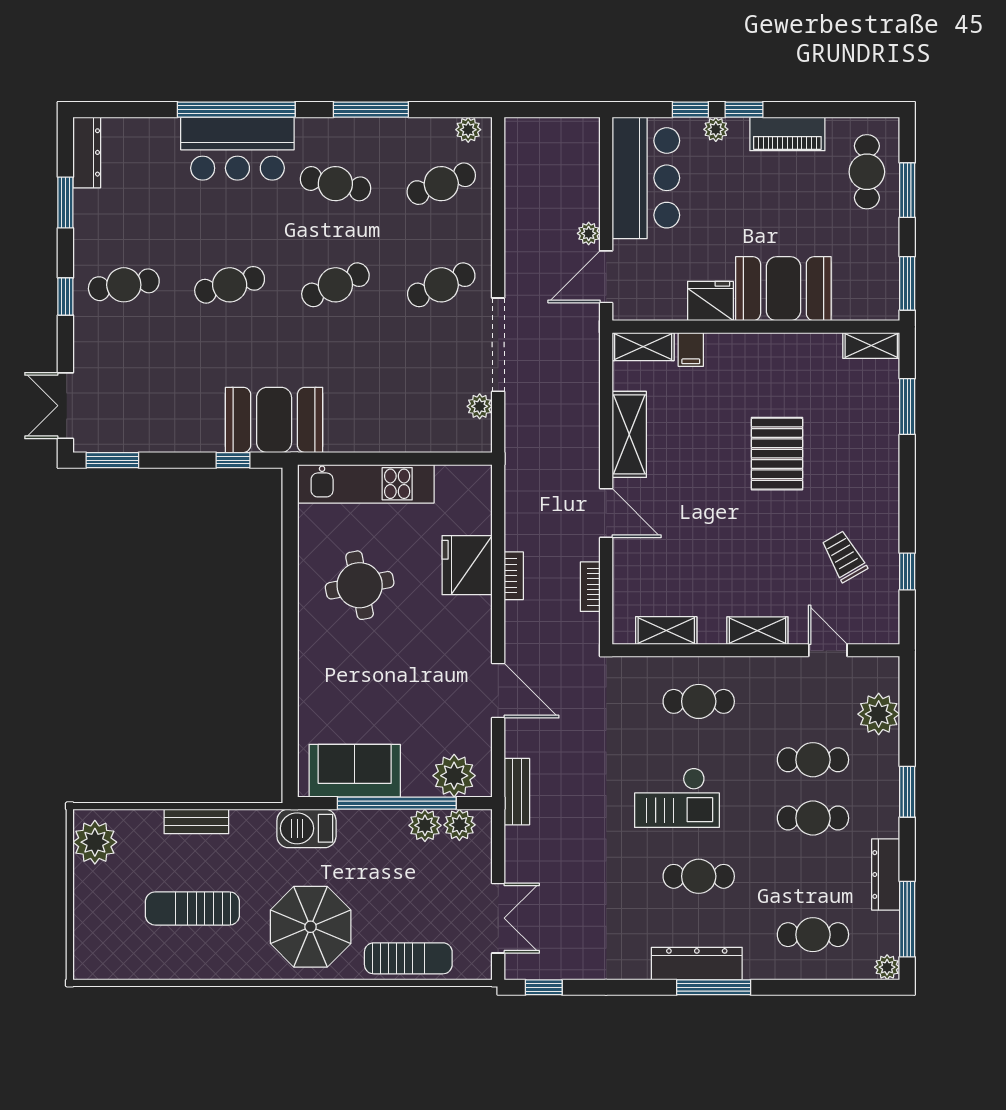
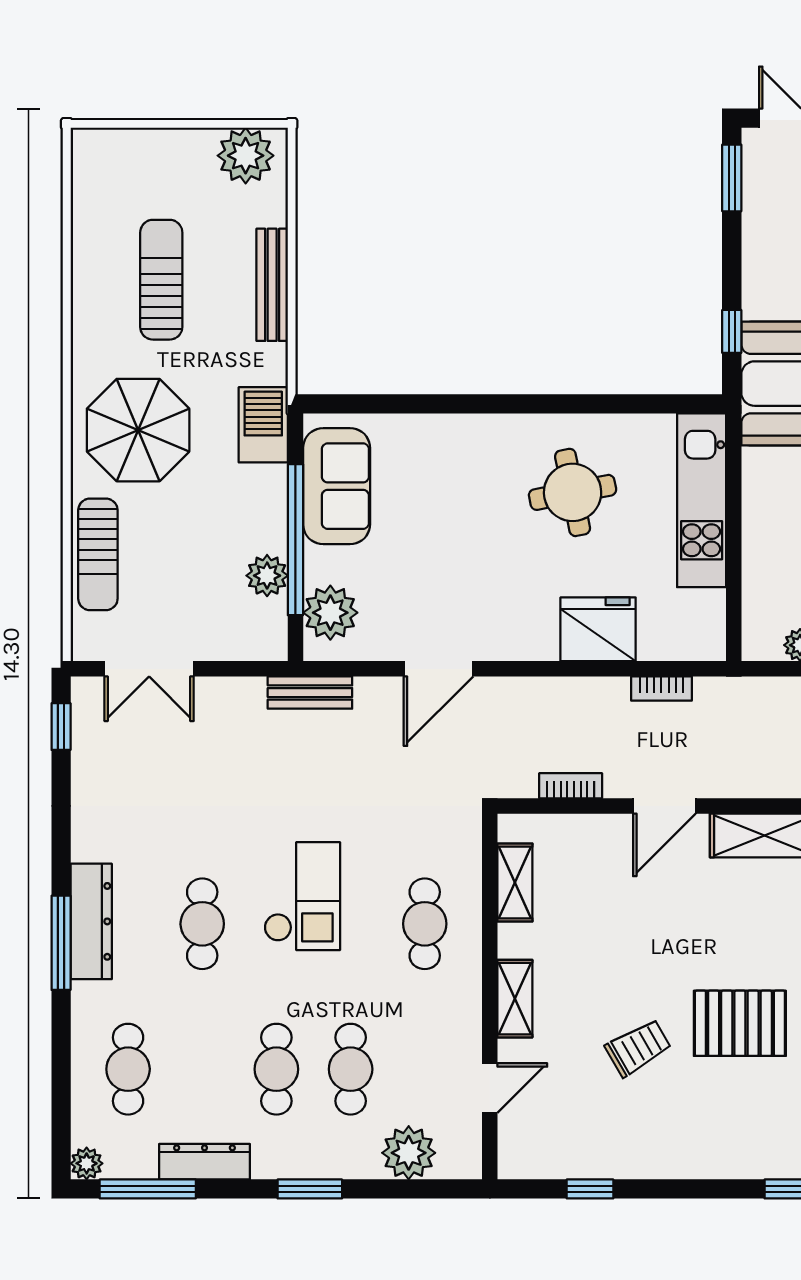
trolley: (844, 556) -> (638, 1048), moved
bookcase: (514, 576) -> (661, 689), moved
checkout: (677, 798) -> (302, 896), turned 180
bench: (196, 821) -> (272, 285), width x1.36
plant: (459, 825) -> (268, 620), removed

